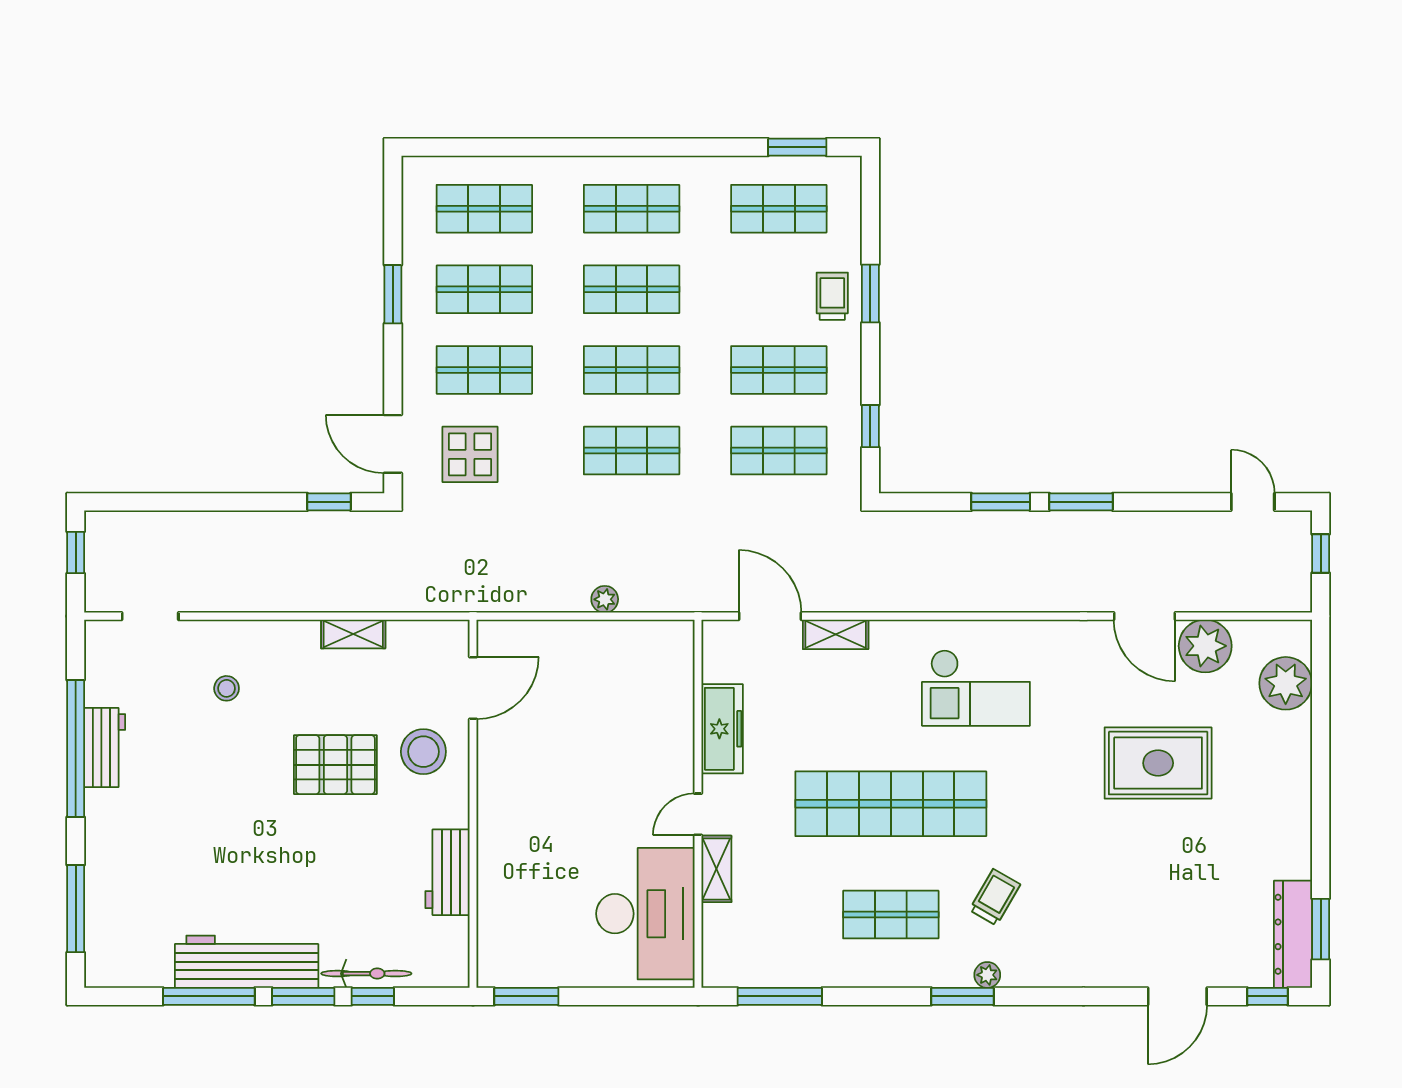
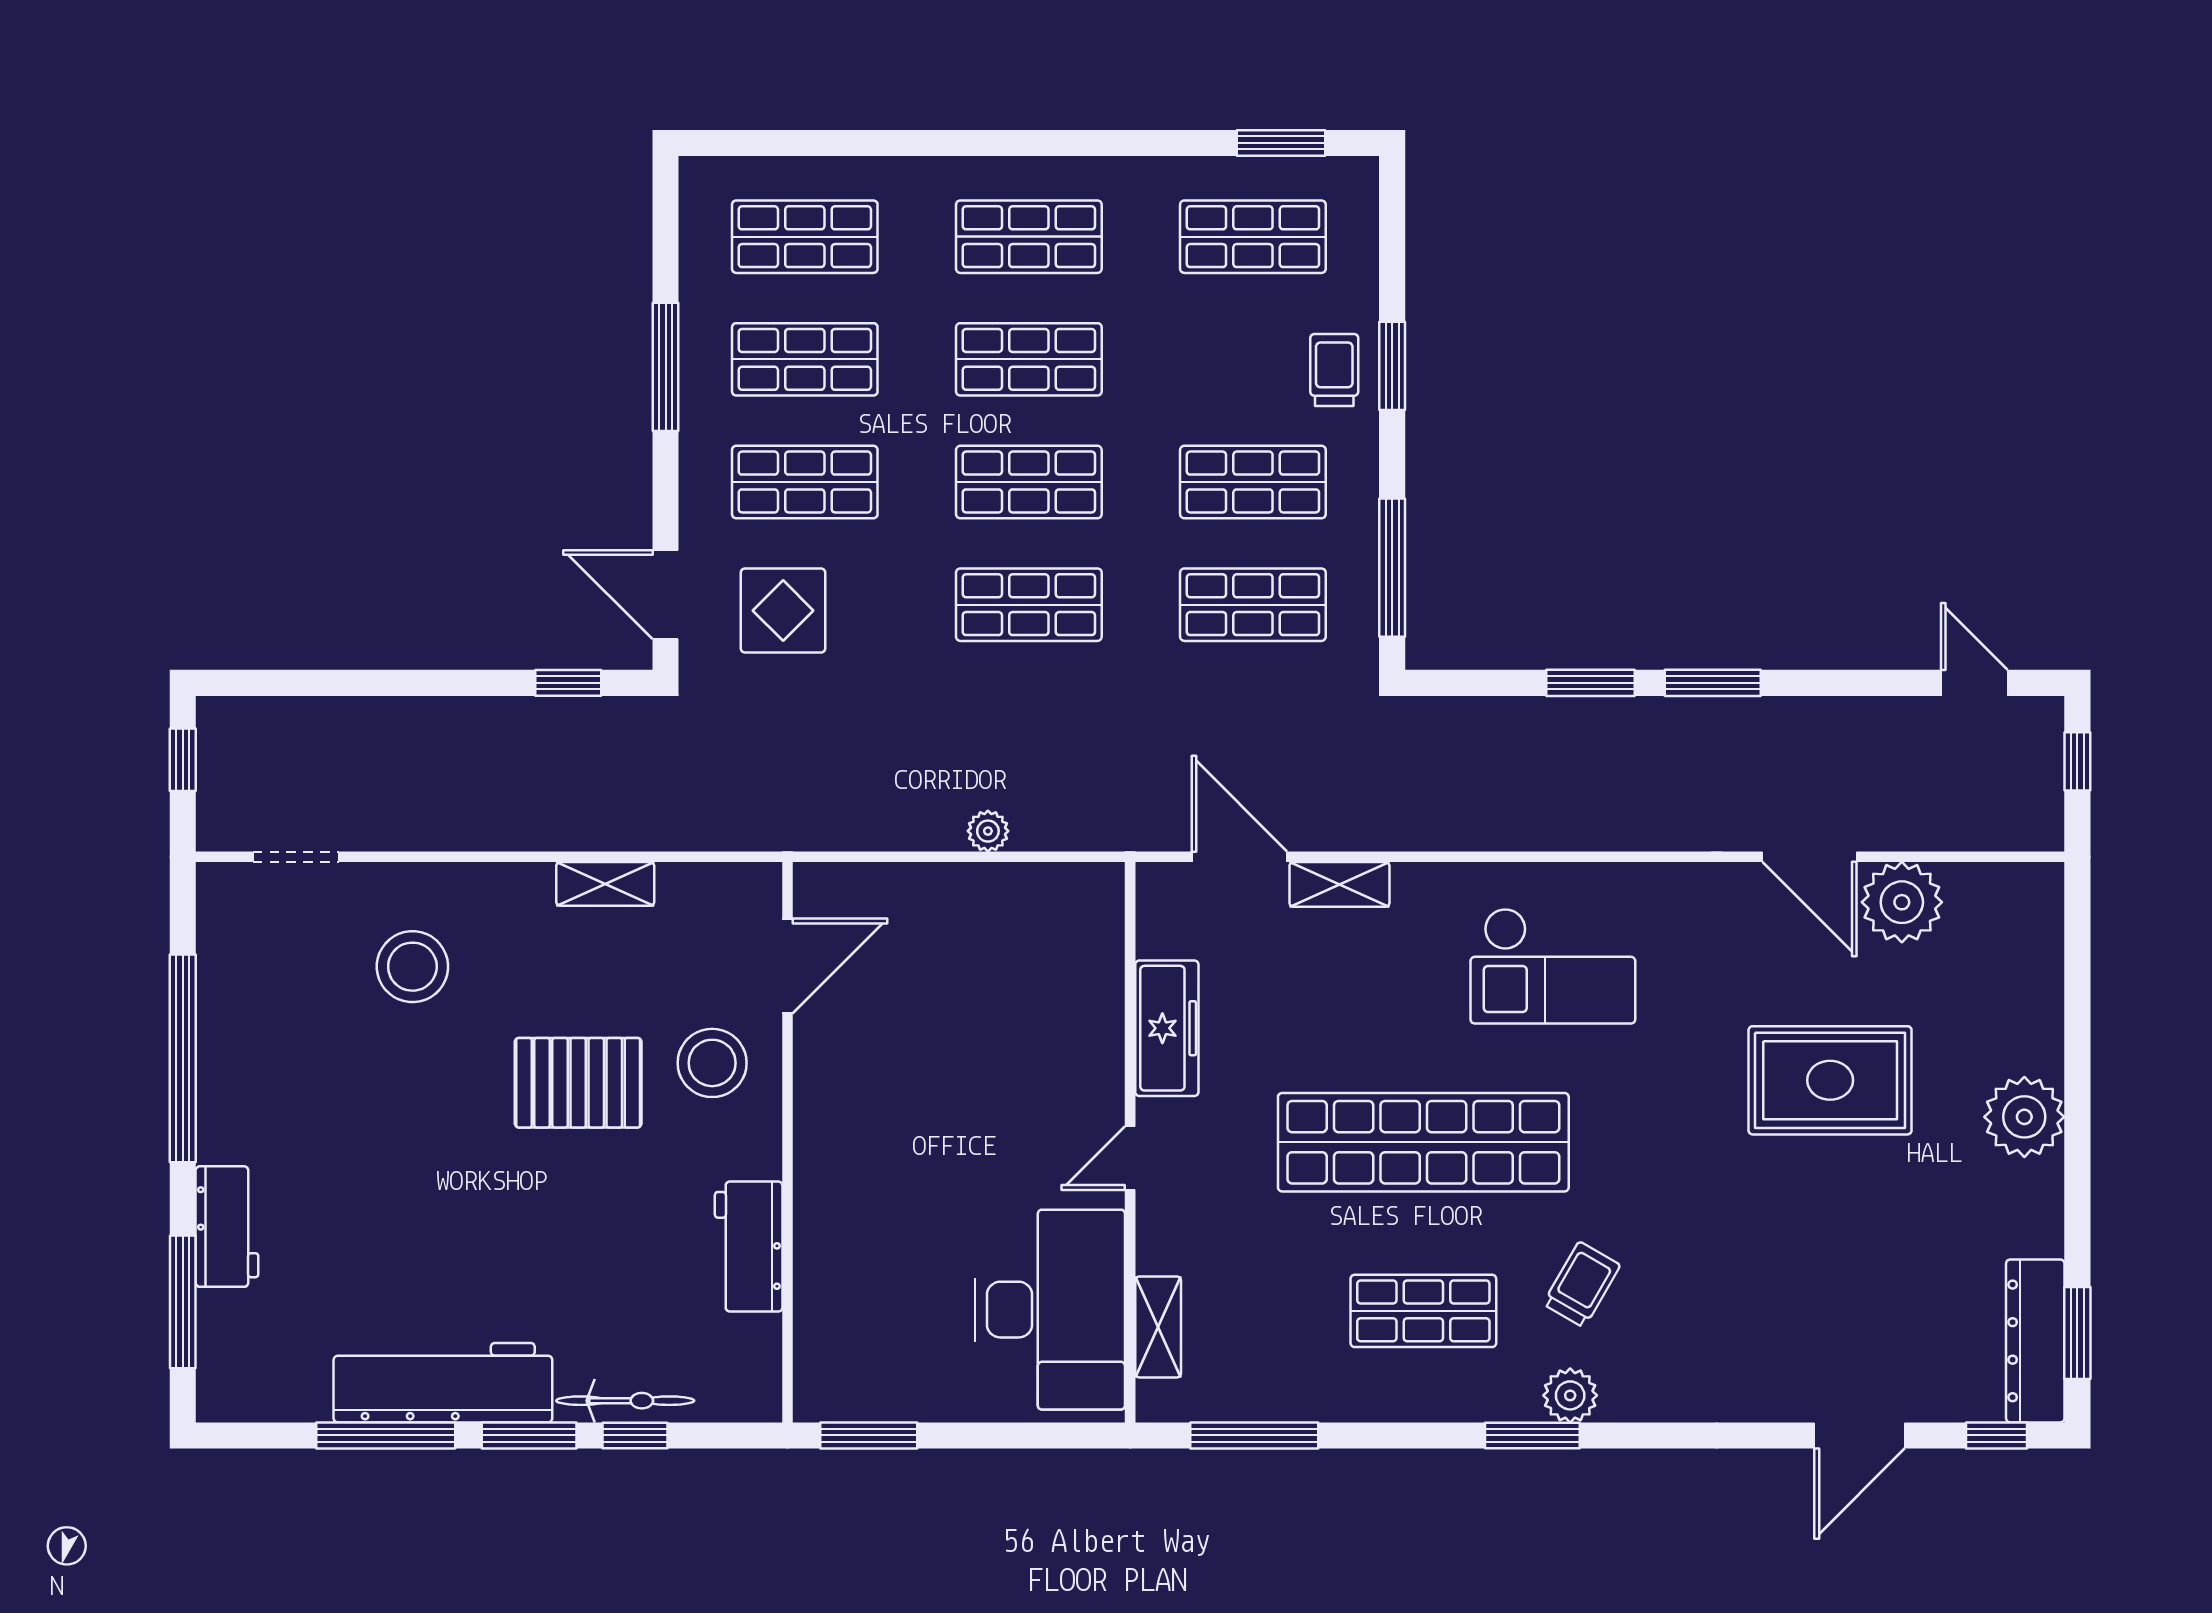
window: (393, 294) -> (666, 367), width x1.44
window: (870, 426) -> (1392, 568), width x2.17
plant: (1286, 683) -> (2024, 1117), moved
stool: (227, 688) -> (412, 967), width x1.89, depth x1.89
workbench: (105, 747) -> (227, 1227), moved
shelving: (716, 869) -> (1158, 1327), moved
plant: (987, 975) -> (1570, 1395), width x1.38, depth x1.38

